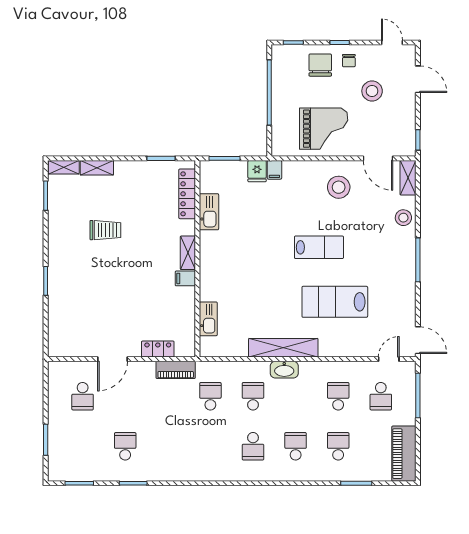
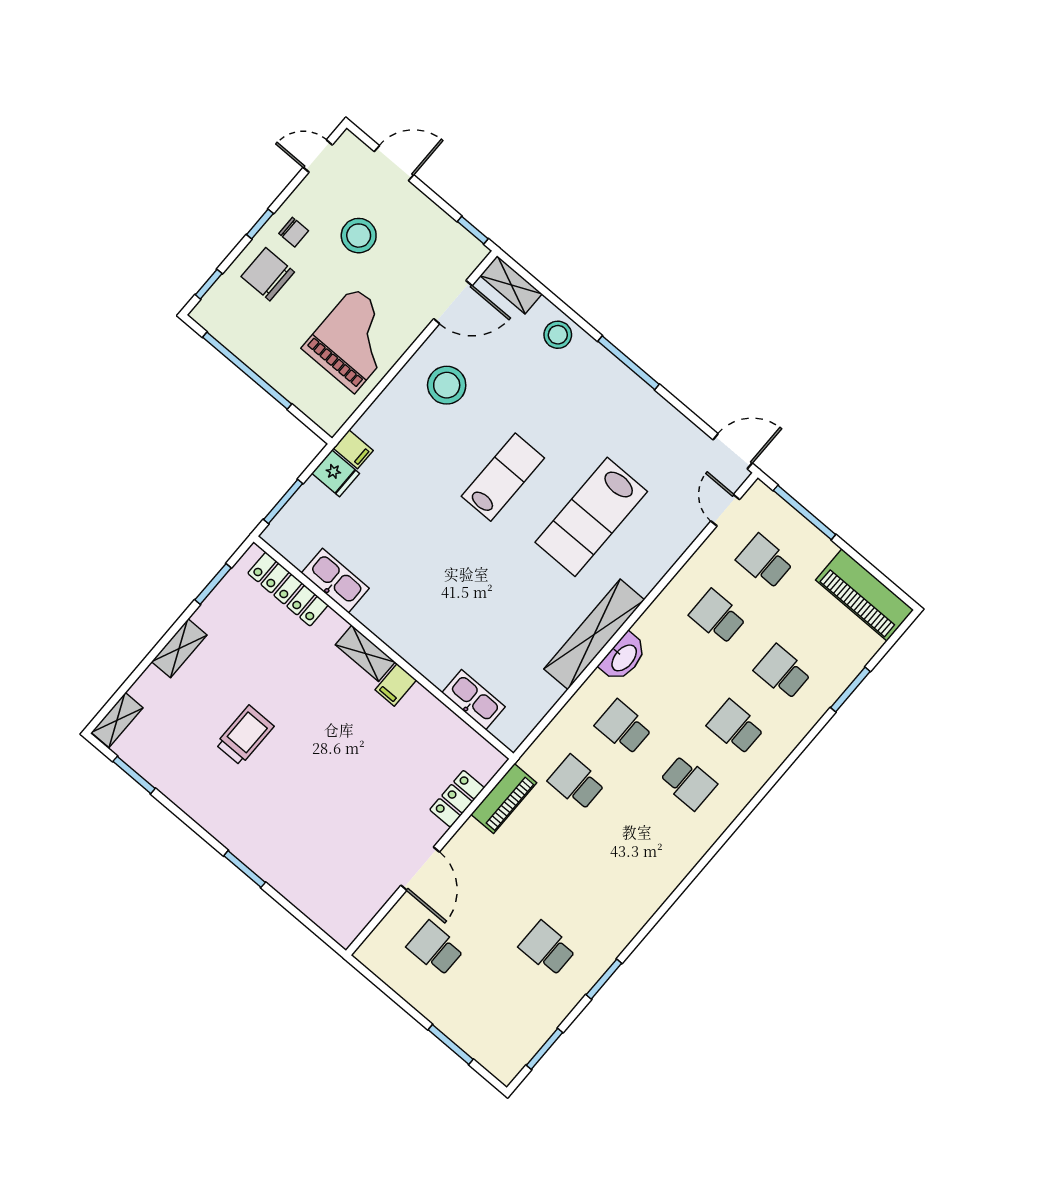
shelving: (97, 168) -> (179, 648), moved
school desk: (83, 396) -> (435, 948), turned 180
school desk: (381, 396) -> (765, 561), turned 180

